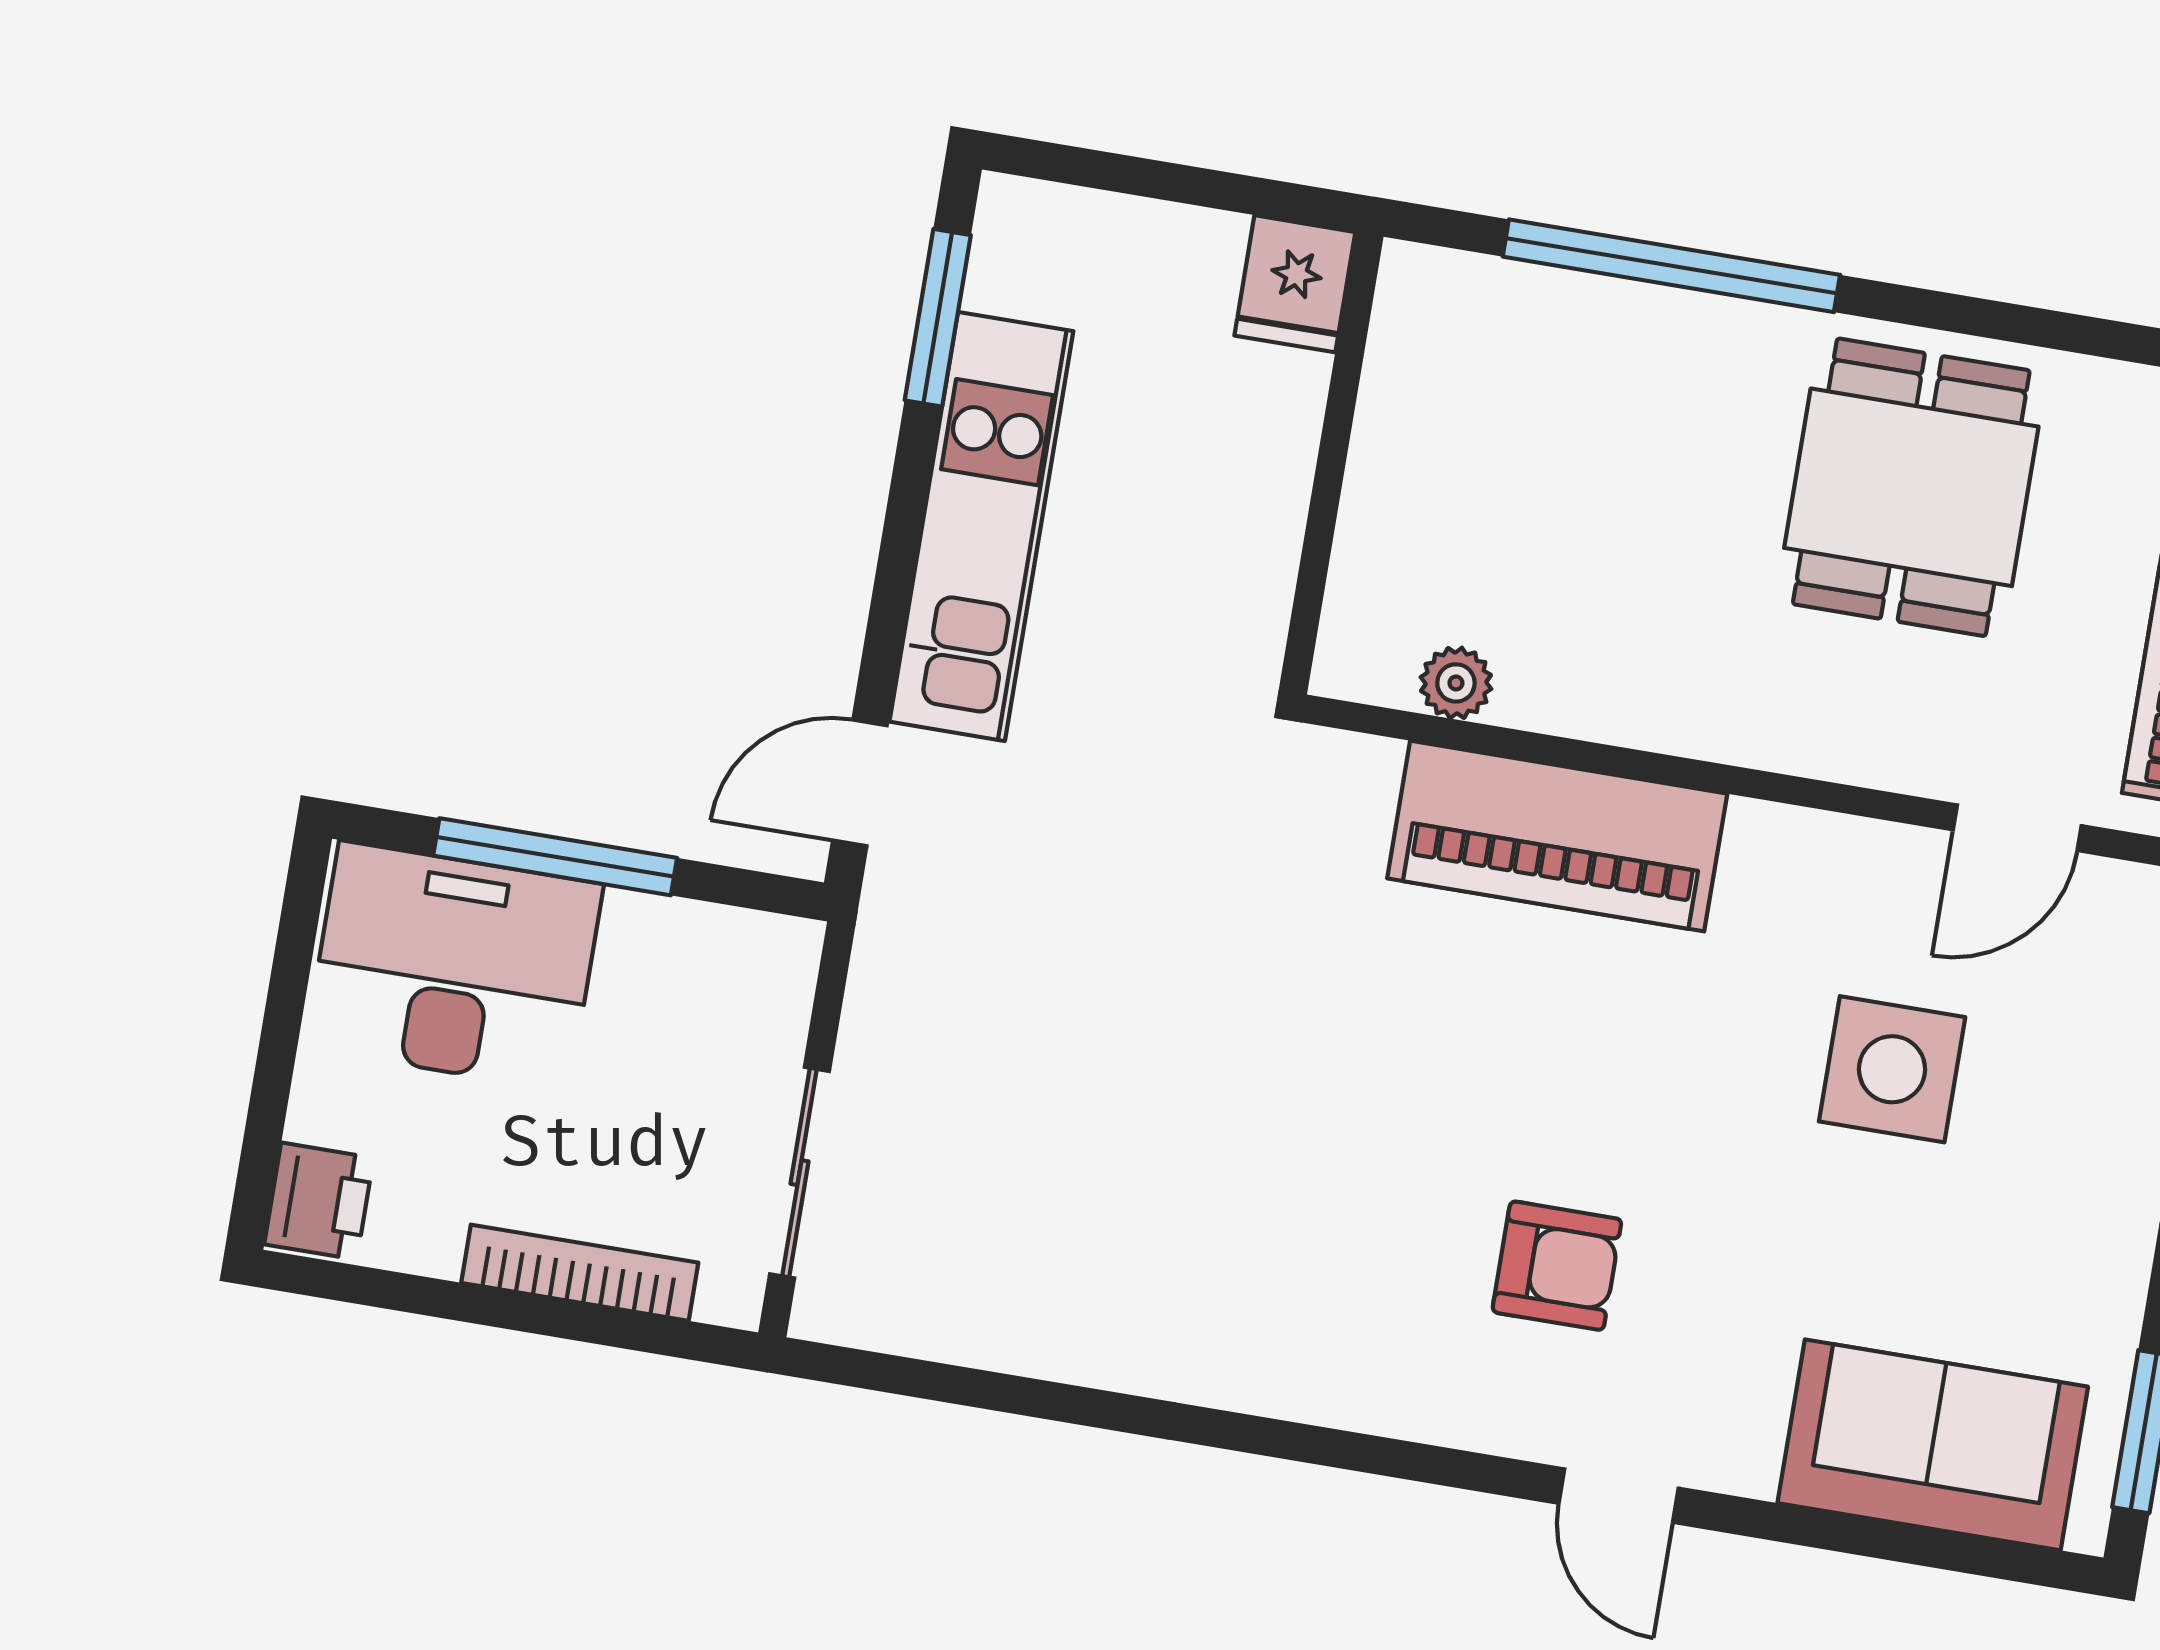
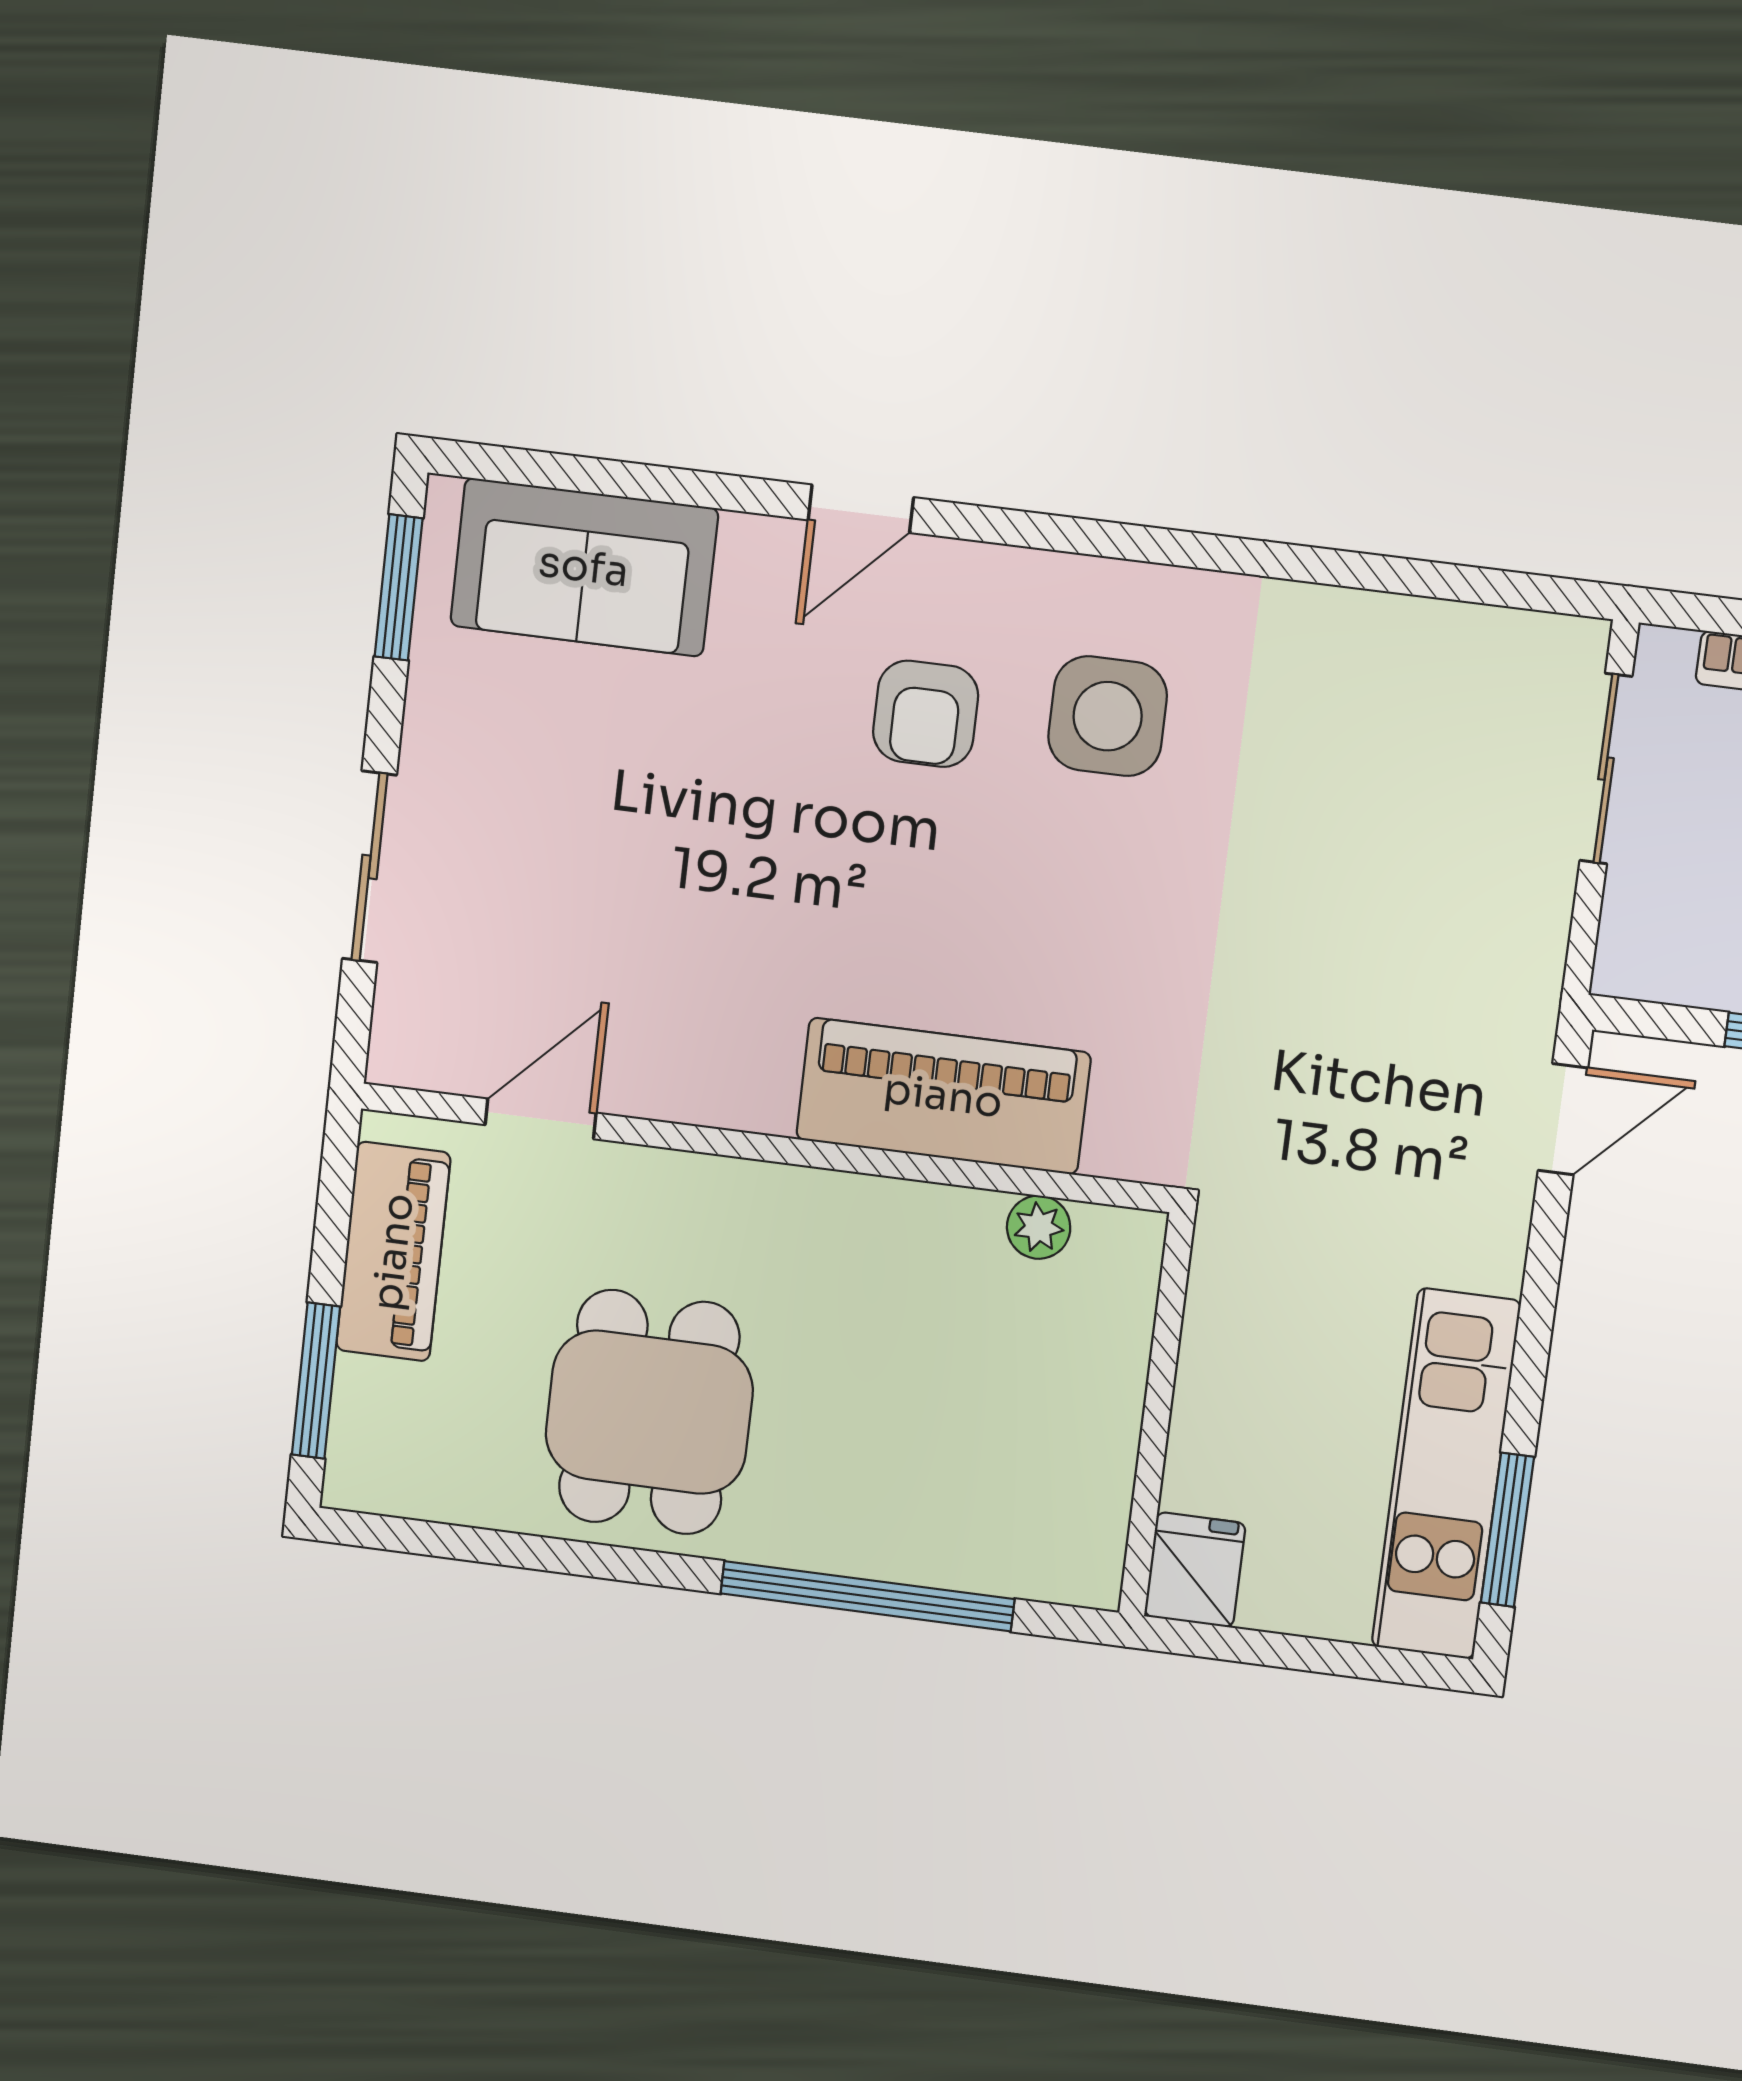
kitchen unit: (981, 526) -> (1446, 1474), moved
side table: (1892, 1069) -> (1108, 716), moved
armchair: (1557, 1266) -> (926, 714), turned -90
door: (1619, 1496) -> (861, 509), swing flipped

